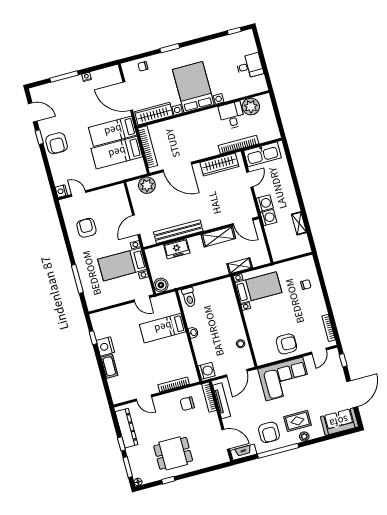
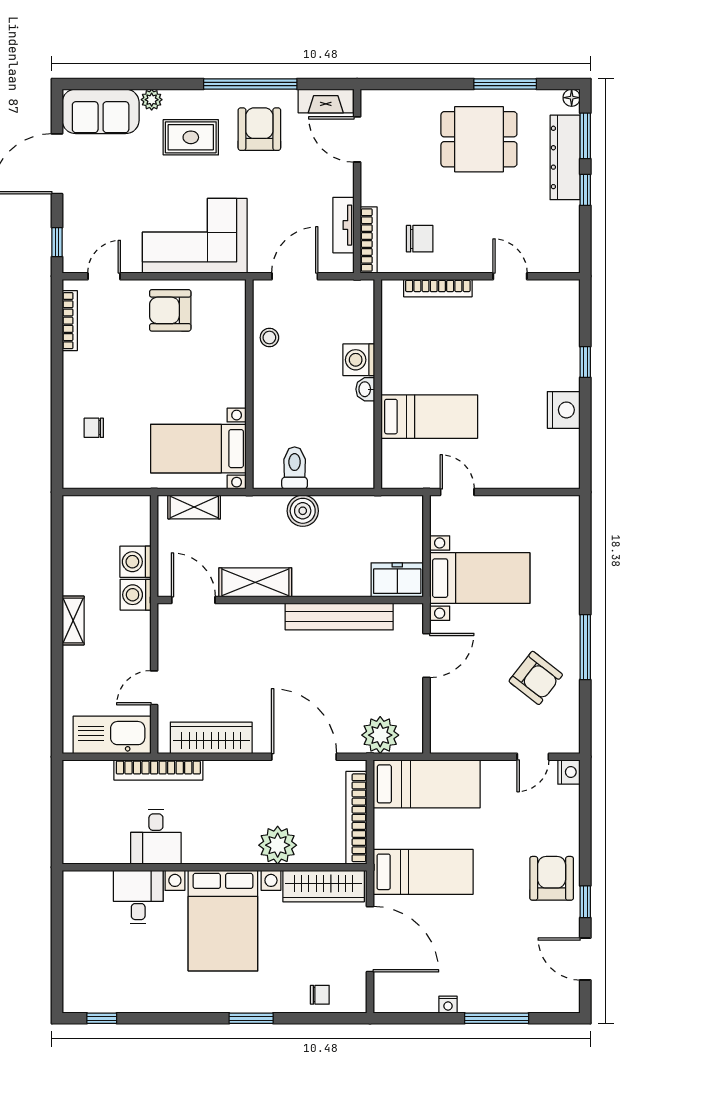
desk: (250, 66) -> (138, 897), moved, turned 90
plant: (251, 107) -> (278, 845), moved
bed: (117, 153) -> (427, 784), moved
door: (79, 193) -> (533, 757), hinge flipped
washing machine: (265, 203) -> (135, 562), moved
shelving: (299, 223) -> (73, 621), moved
armchair: (86, 228) -> (536, 678), turned -52
freezer: (177, 249) -> (397, 580), moved
shelving: (240, 266) -> (194, 507), moved
window: (77, 279) -> (585, 647), moved
boiler: (161, 285) -> (303, 511), moved
toilet: (189, 297) -> (295, 468), moved
window: (93, 338) -> (585, 362), moved
cot: (109, 366) -> (567, 365), removed
washing machine: (207, 371) -> (359, 360), moved
tv unit: (222, 401) -> (344, 225), width x0.71
dresser: (127, 428) -> (565, 157), moved
plant: (304, 436) -> (152, 100), moved
window: (168, 480) -> (505, 84), width x2.17

